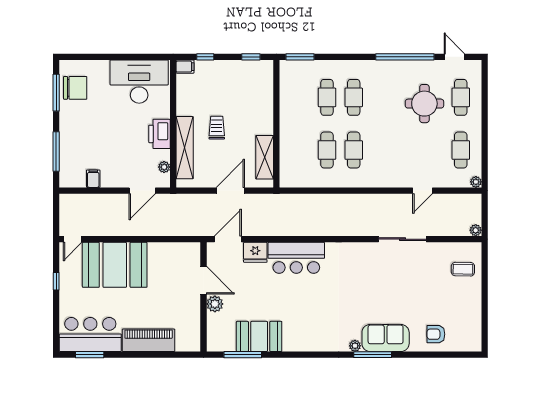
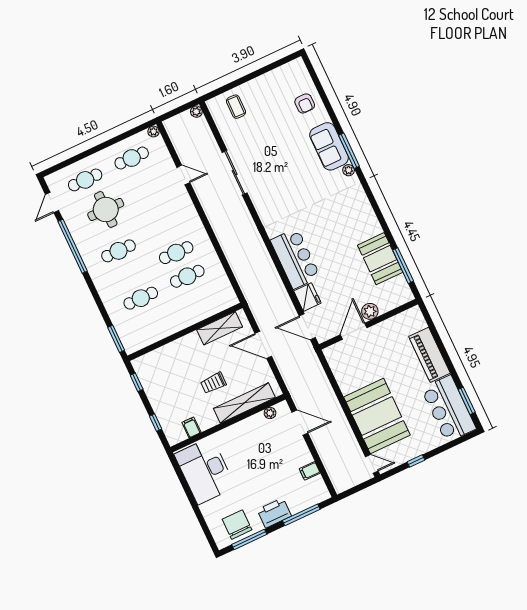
filing cabinet: (185, 67) -> (191, 427), moved
cafe table: (354, 97) -> (119, 251), moved
printer: (159, 134) -> (274, 513), moved, turned 180

